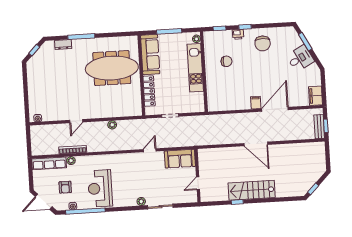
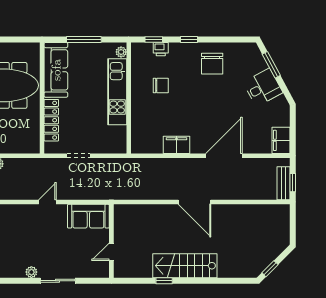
printer: (238, 34) -> (161, 49), moved
filing cabinet: (256, 103) -> (176, 145), moved, width x2.00

